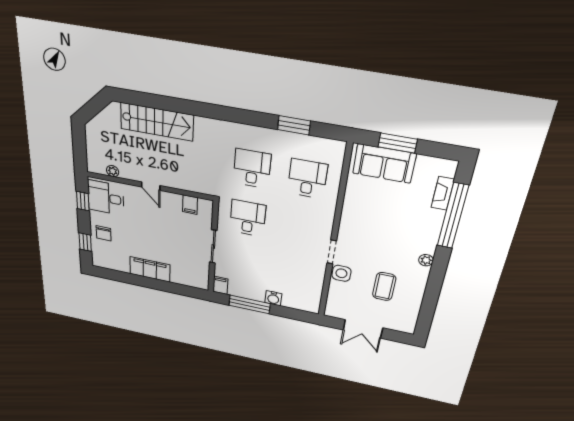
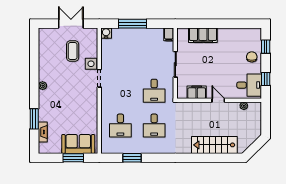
filing cabinet: (190, 205) -> (197, 92), width x2.00
window: (453, 216) -> (34, 119), width x0.47
filing cabinet: (150, 269) -> (203, 35), moved
coffee table: (384, 287) -> (73, 51), moved
water cooler: (273, 298) -> (106, 33), moved
window: (249, 304) -> (132, 24), moved

